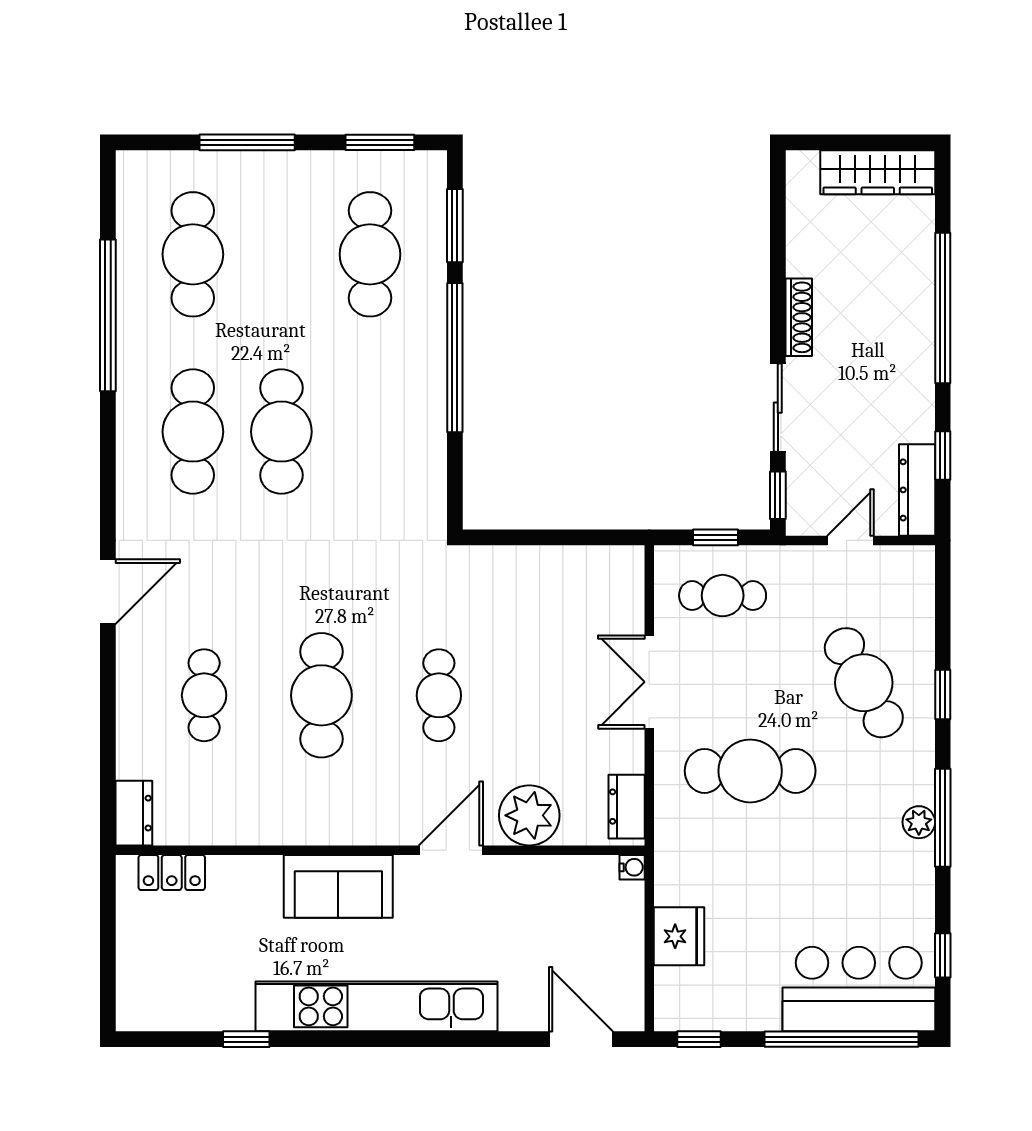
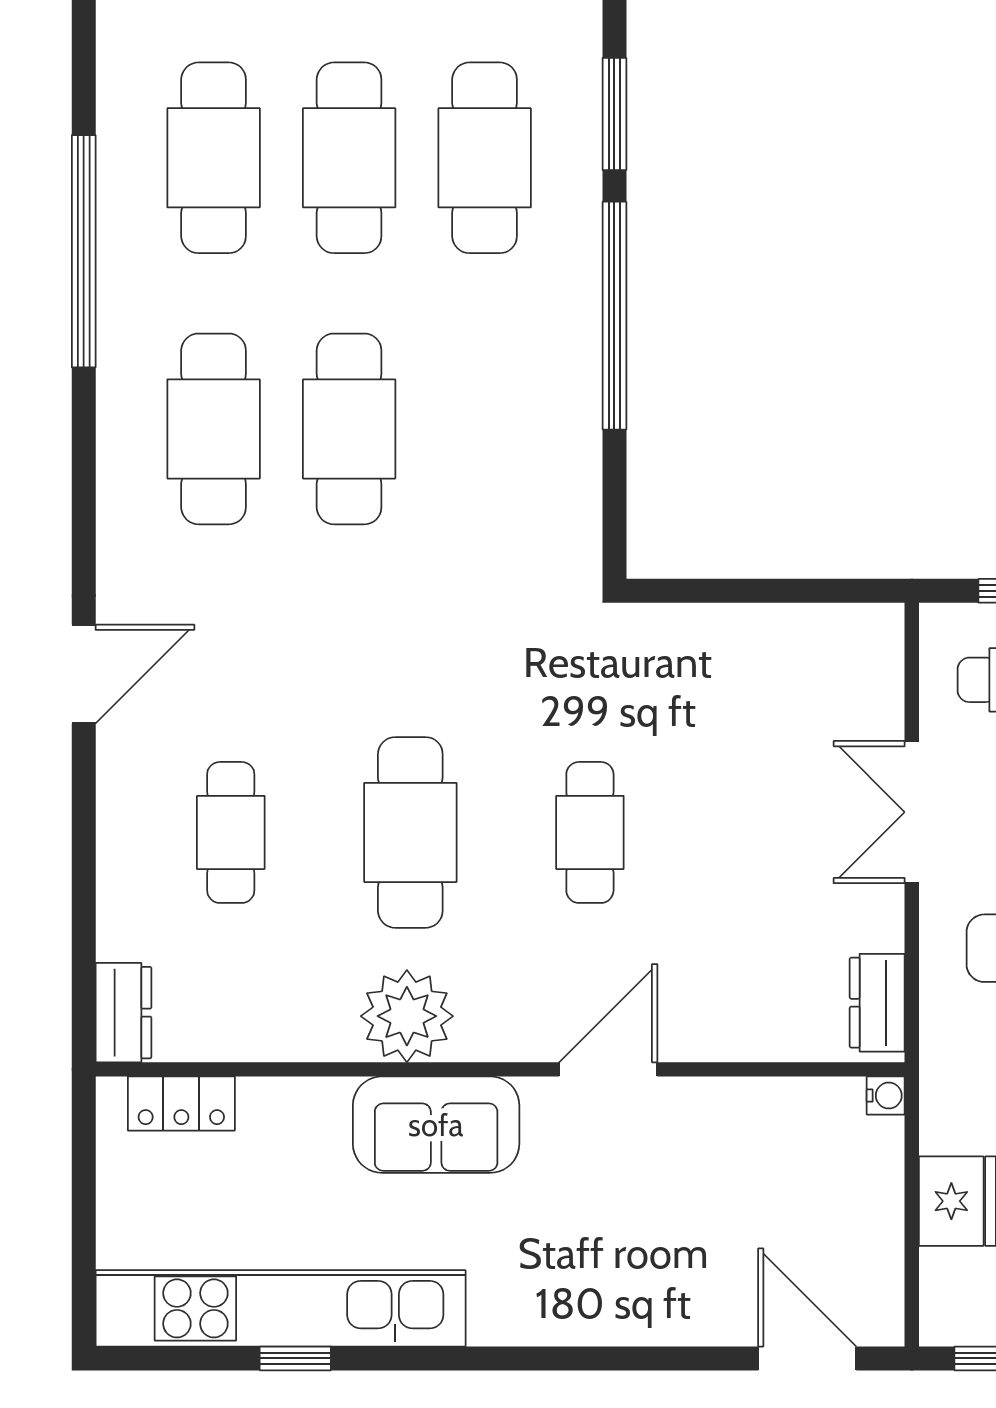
cafe table: (281, 254) -> (349, 158), added
plant: (529, 815) -> (407, 1016), moved
kitchen unit: (376, 1006) -> (281, 1308), moved

